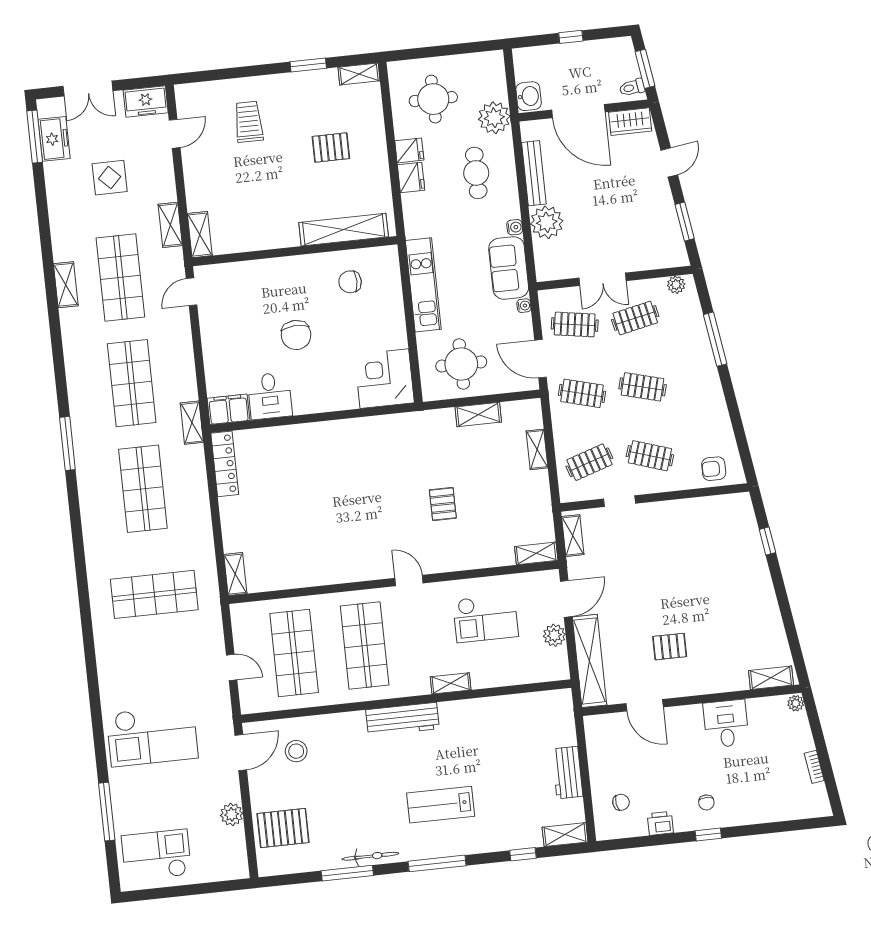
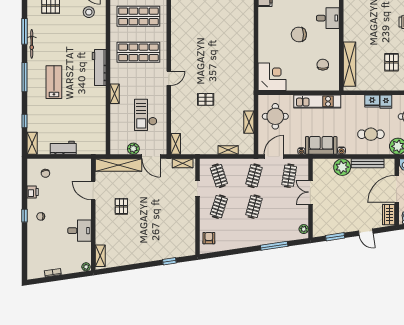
clothes rail: (635, 318) -> (289, 207), removed
desk: (270, 396) -> (328, 18), moved, turned 180
door: (645, 705) -> (93, 190), hinge flipped

